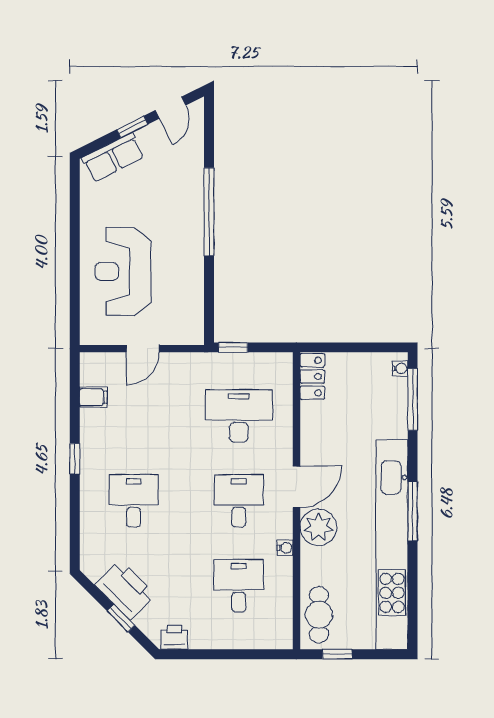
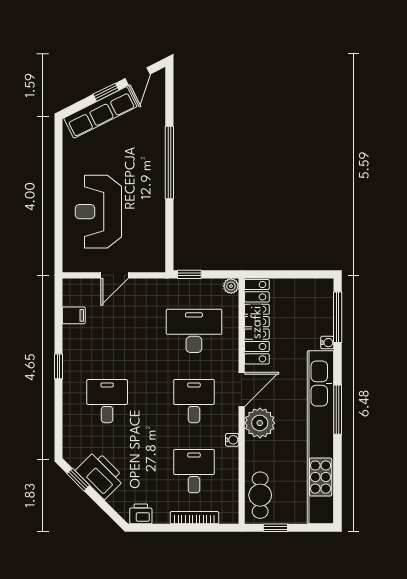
row of seats: (113, 157) -> (100, 112), width x1.48
plant: (284, 362) -> (231, 286), added
water cooler: (400, 368) -> (327, 343), moved
locker: (312, 377) -> (257, 322), width x2.16, depth x1.21
window: (121, 618) -> (78, 480), moved
bookcase: (239, 642) -> (194, 518), added

